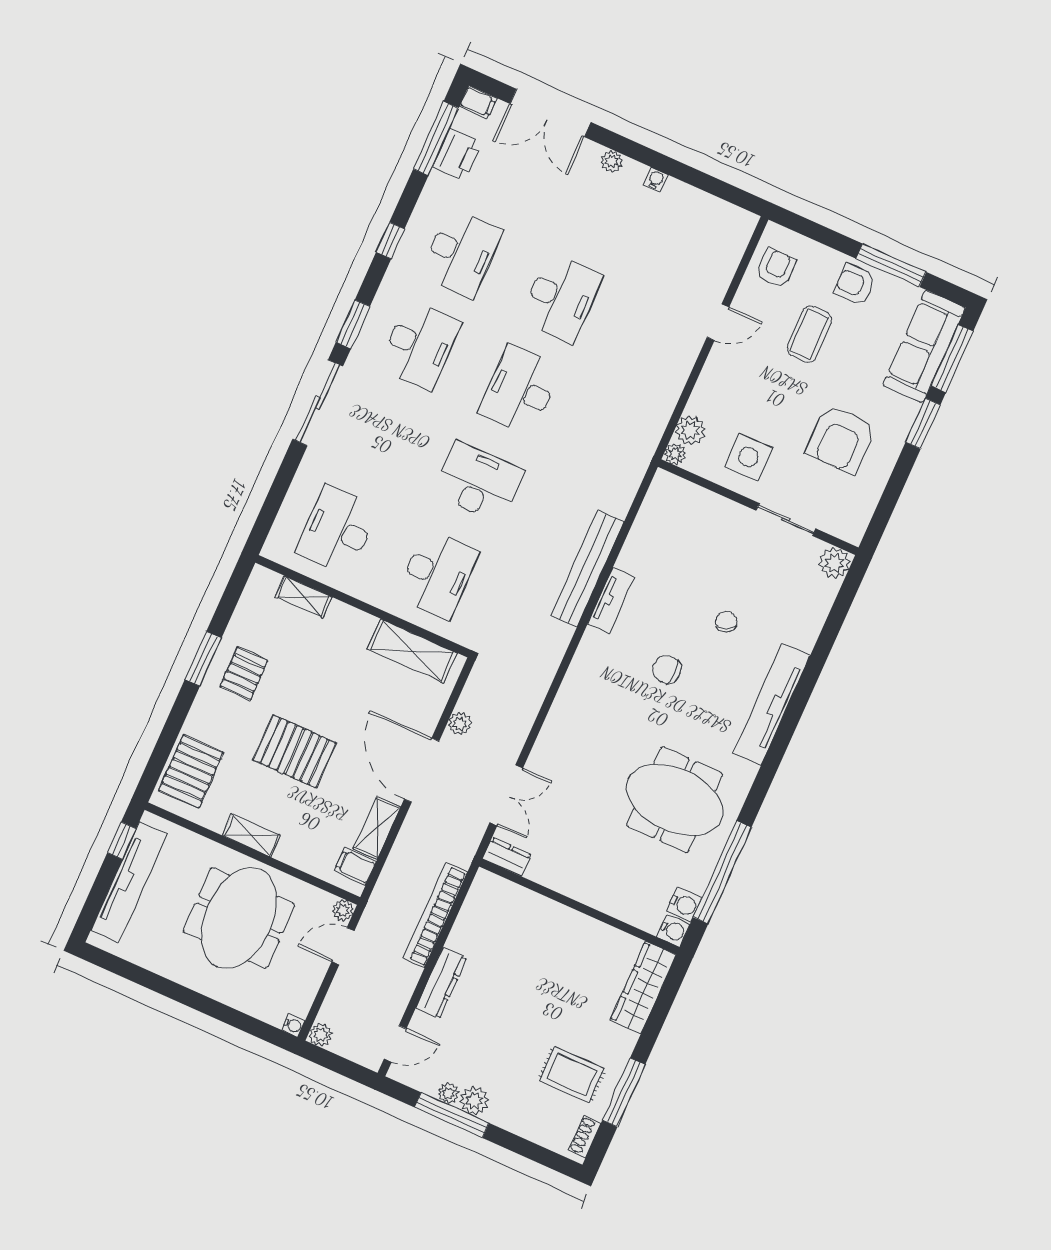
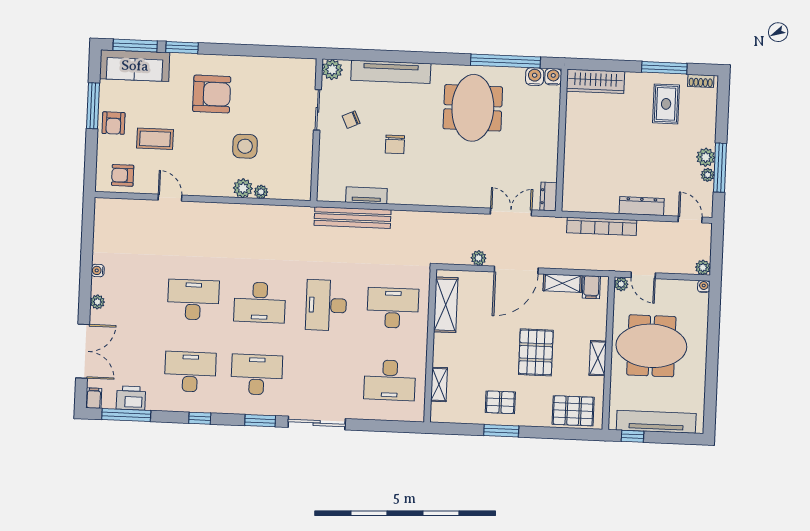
wall: (758, 507) -> (317, 130), moved
sliding door: (786, 520) -> (317, 110), moved
plant: (834, 563) -> (332, 70), moved

